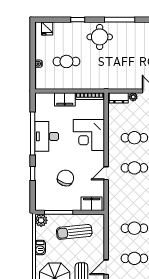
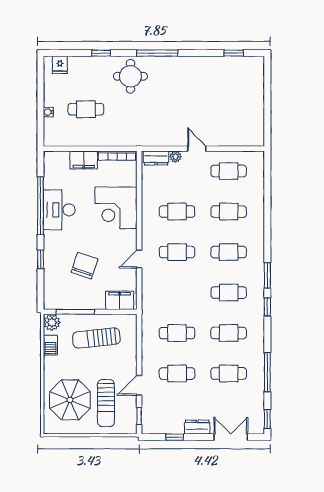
barbecue: (40, 247) -> (50, 345), moved

